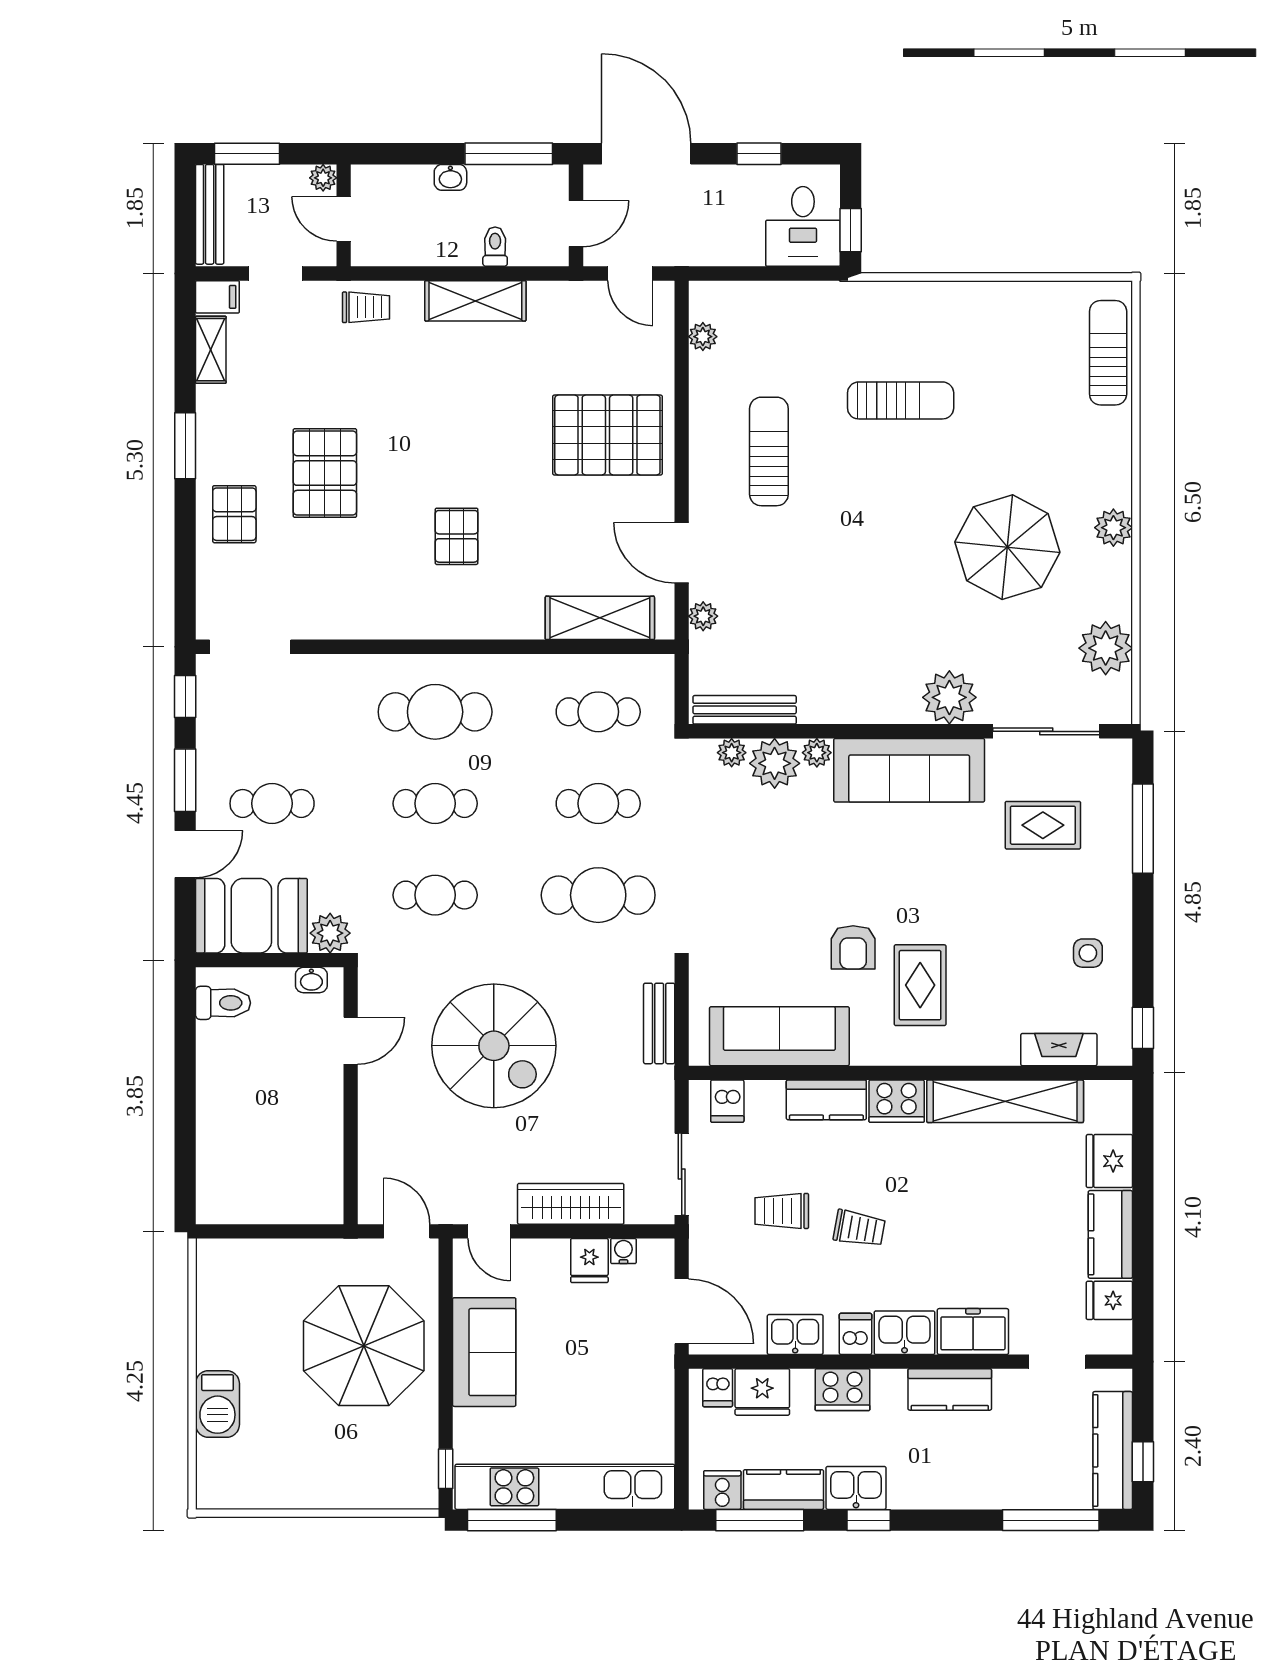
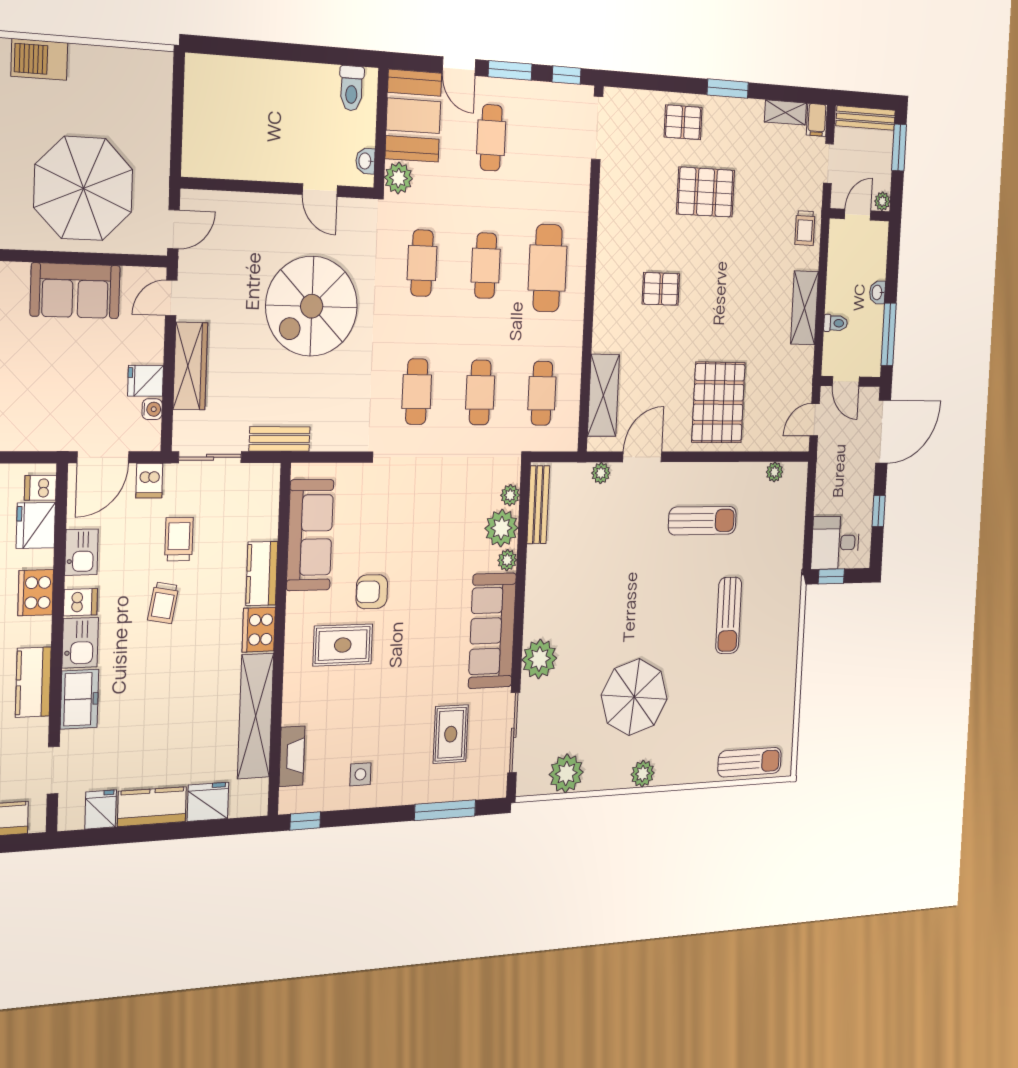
cafe table: (598, 895) -> (417, 392), width x0.73, depth x0.74
bench: (659, 1023) -> (280, 439), moved
dishwasher: (727, 1101) -> (149, 481), moved, turned -90

